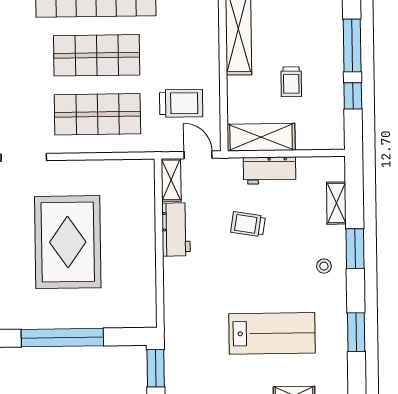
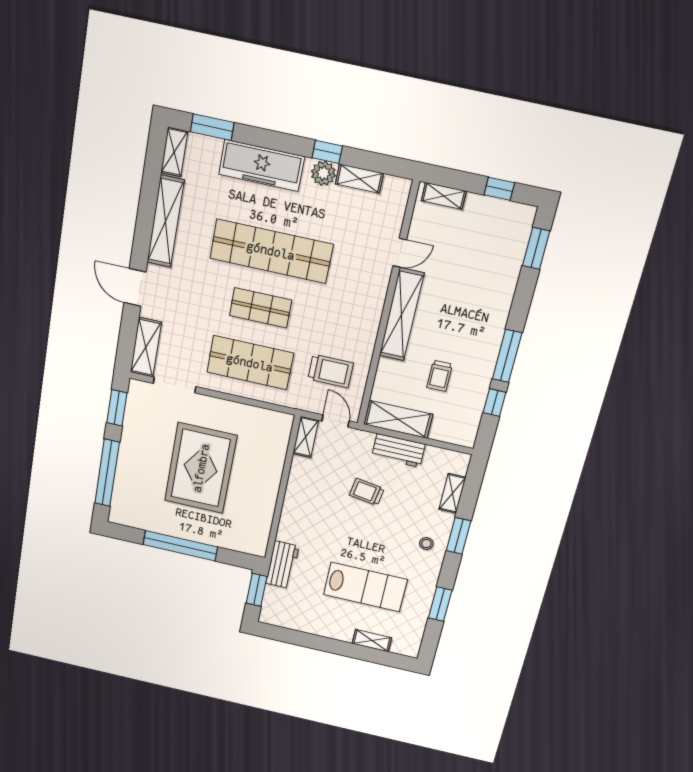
shop shelf: (97, 55) -> (261, 308), width x0.70, depth x0.74
workbench: (176, 229) -> (282, 565), moved

